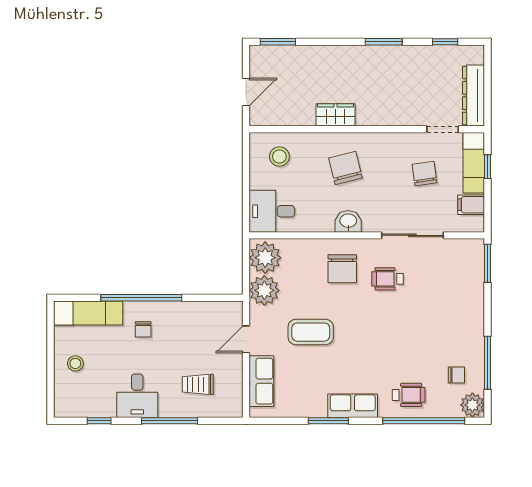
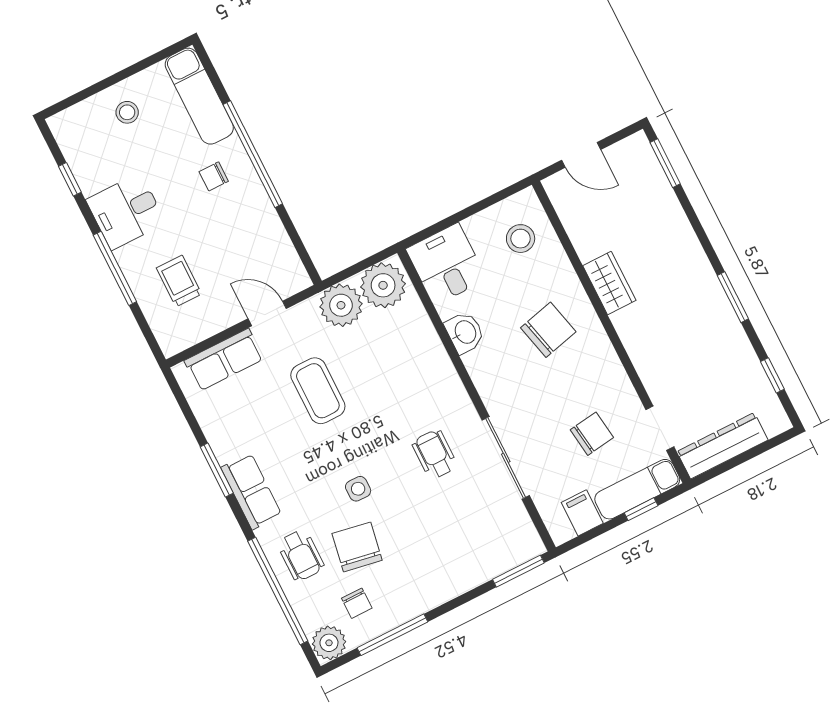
washbasin: (348, 221) -> (465, 332), moved
chair: (342, 269) -> (357, 547), moved, turned 100
side table: (385, 338) -> (358, 489), added

